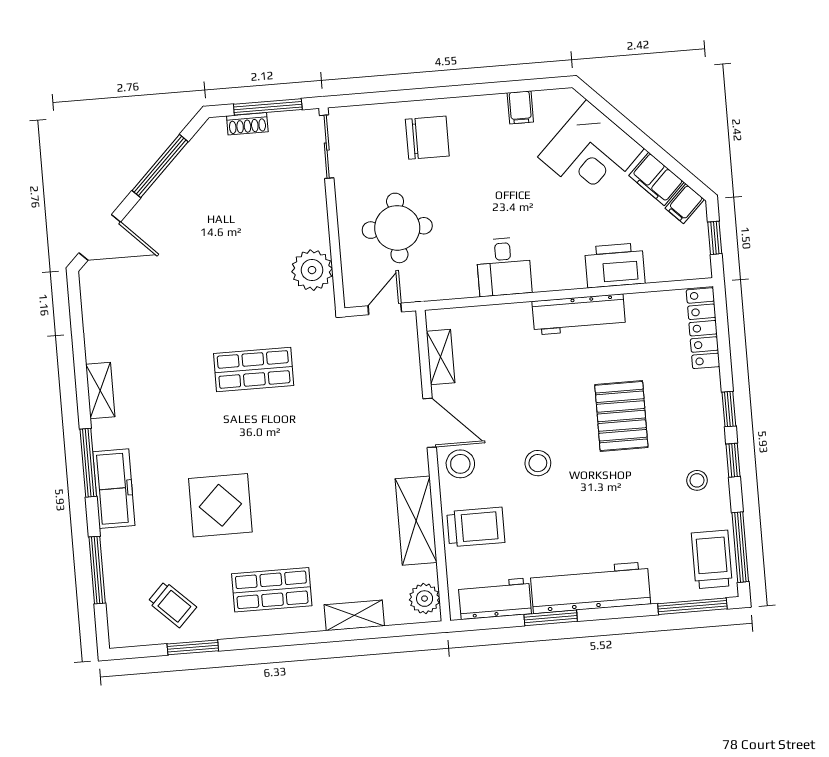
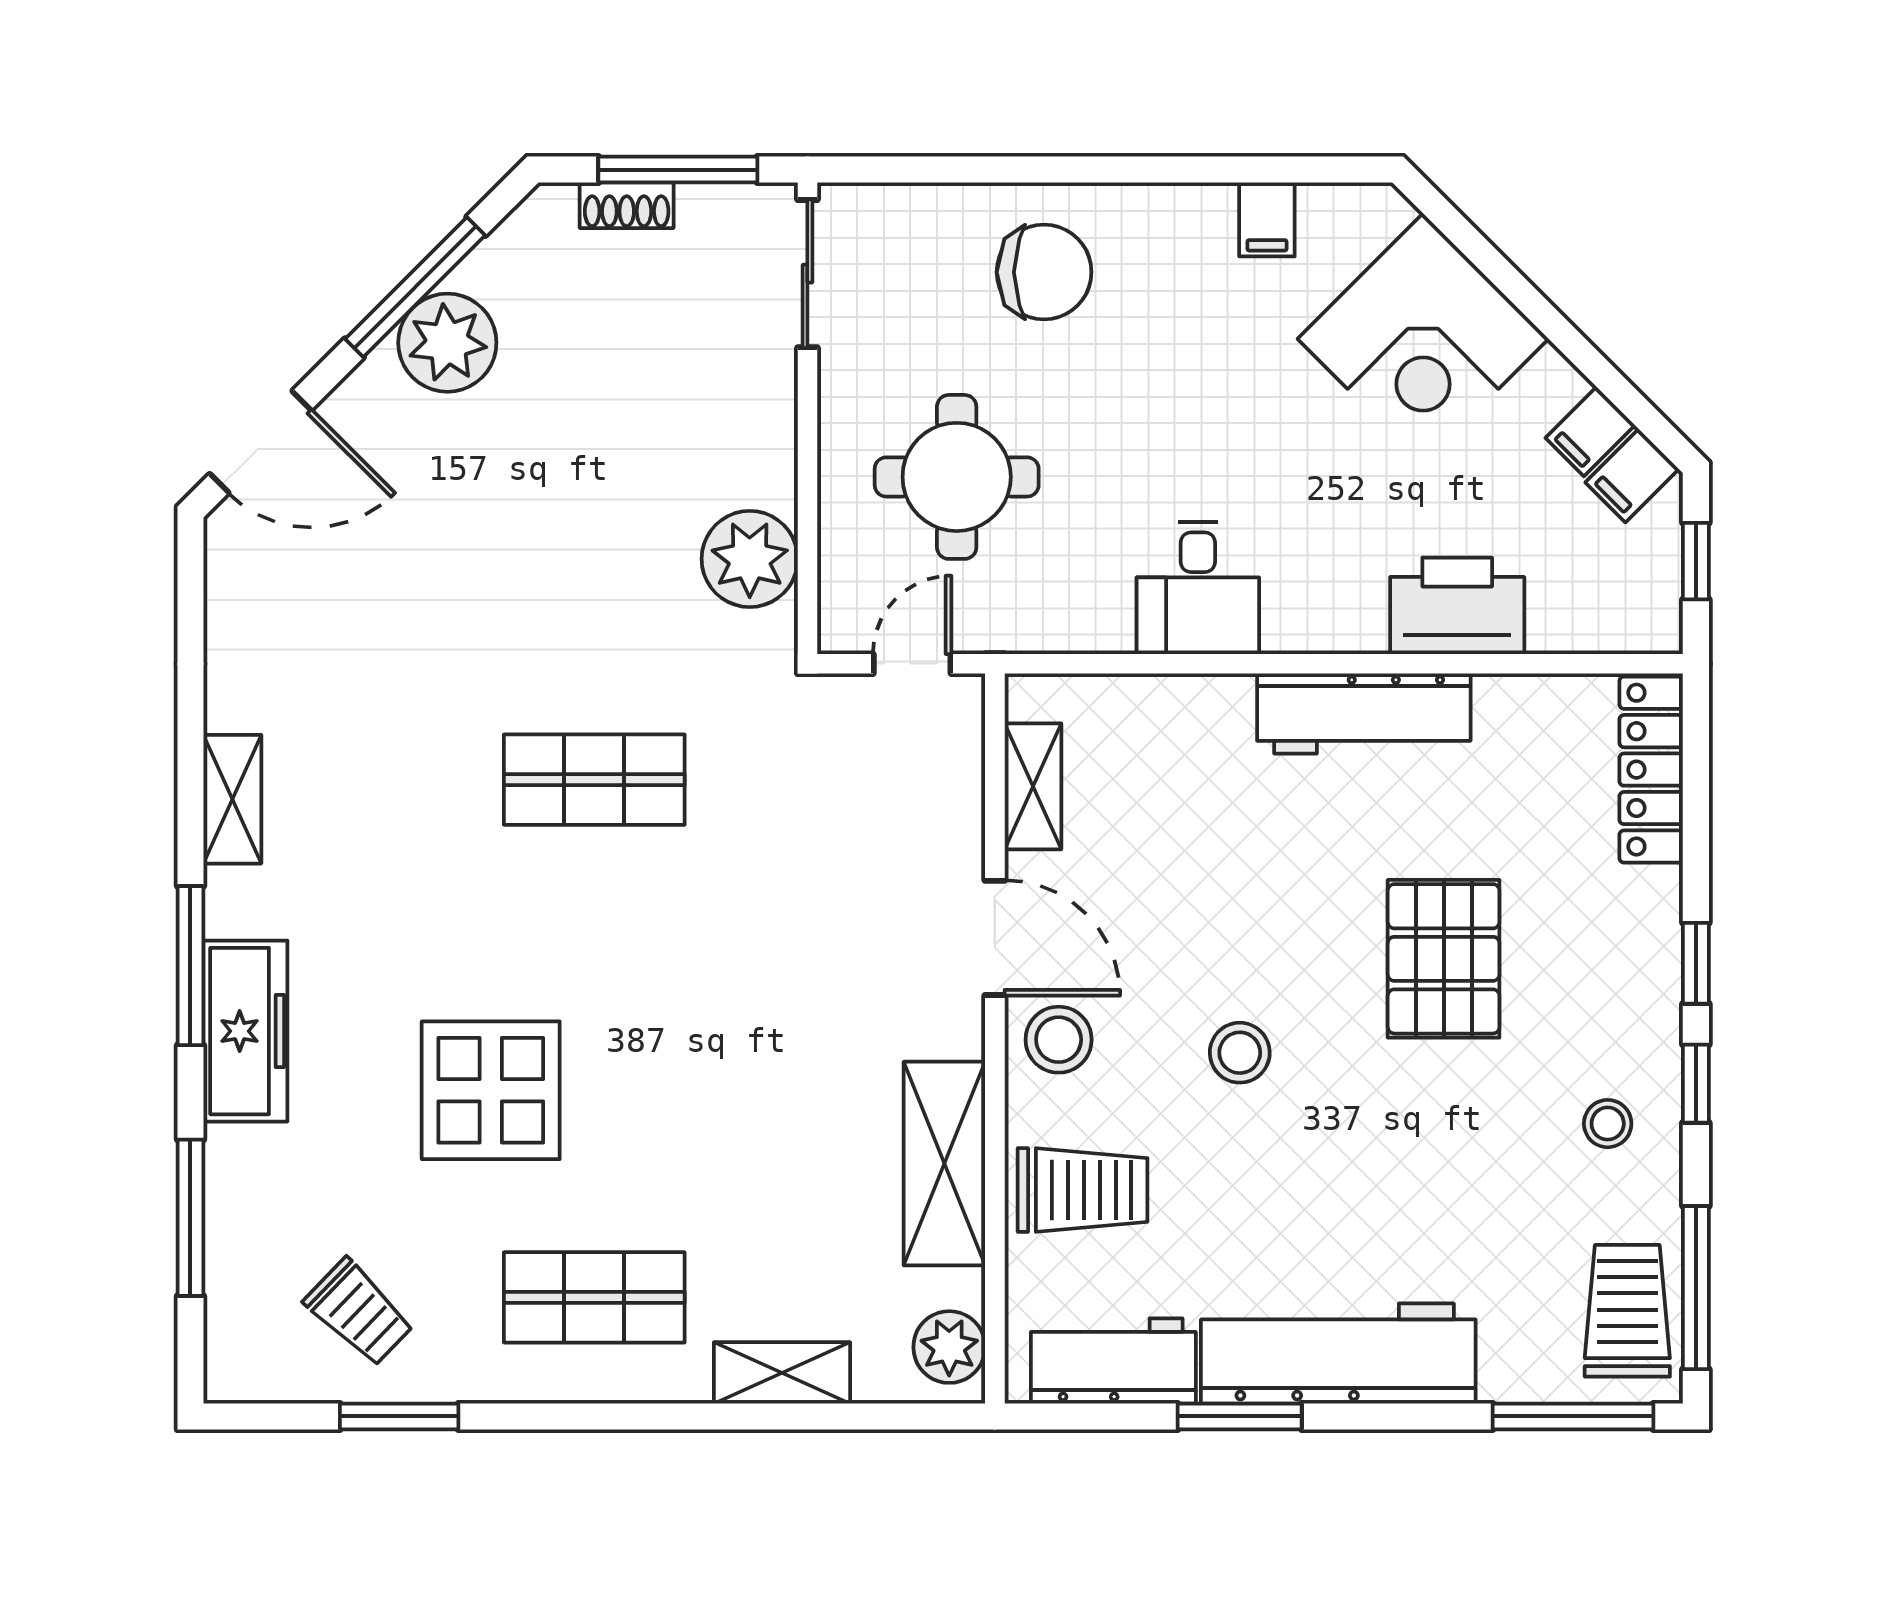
filing cabinet: (656, 179) -> (1590, 432), width x0.50
plant: (176, 189) -> (447, 343), added

